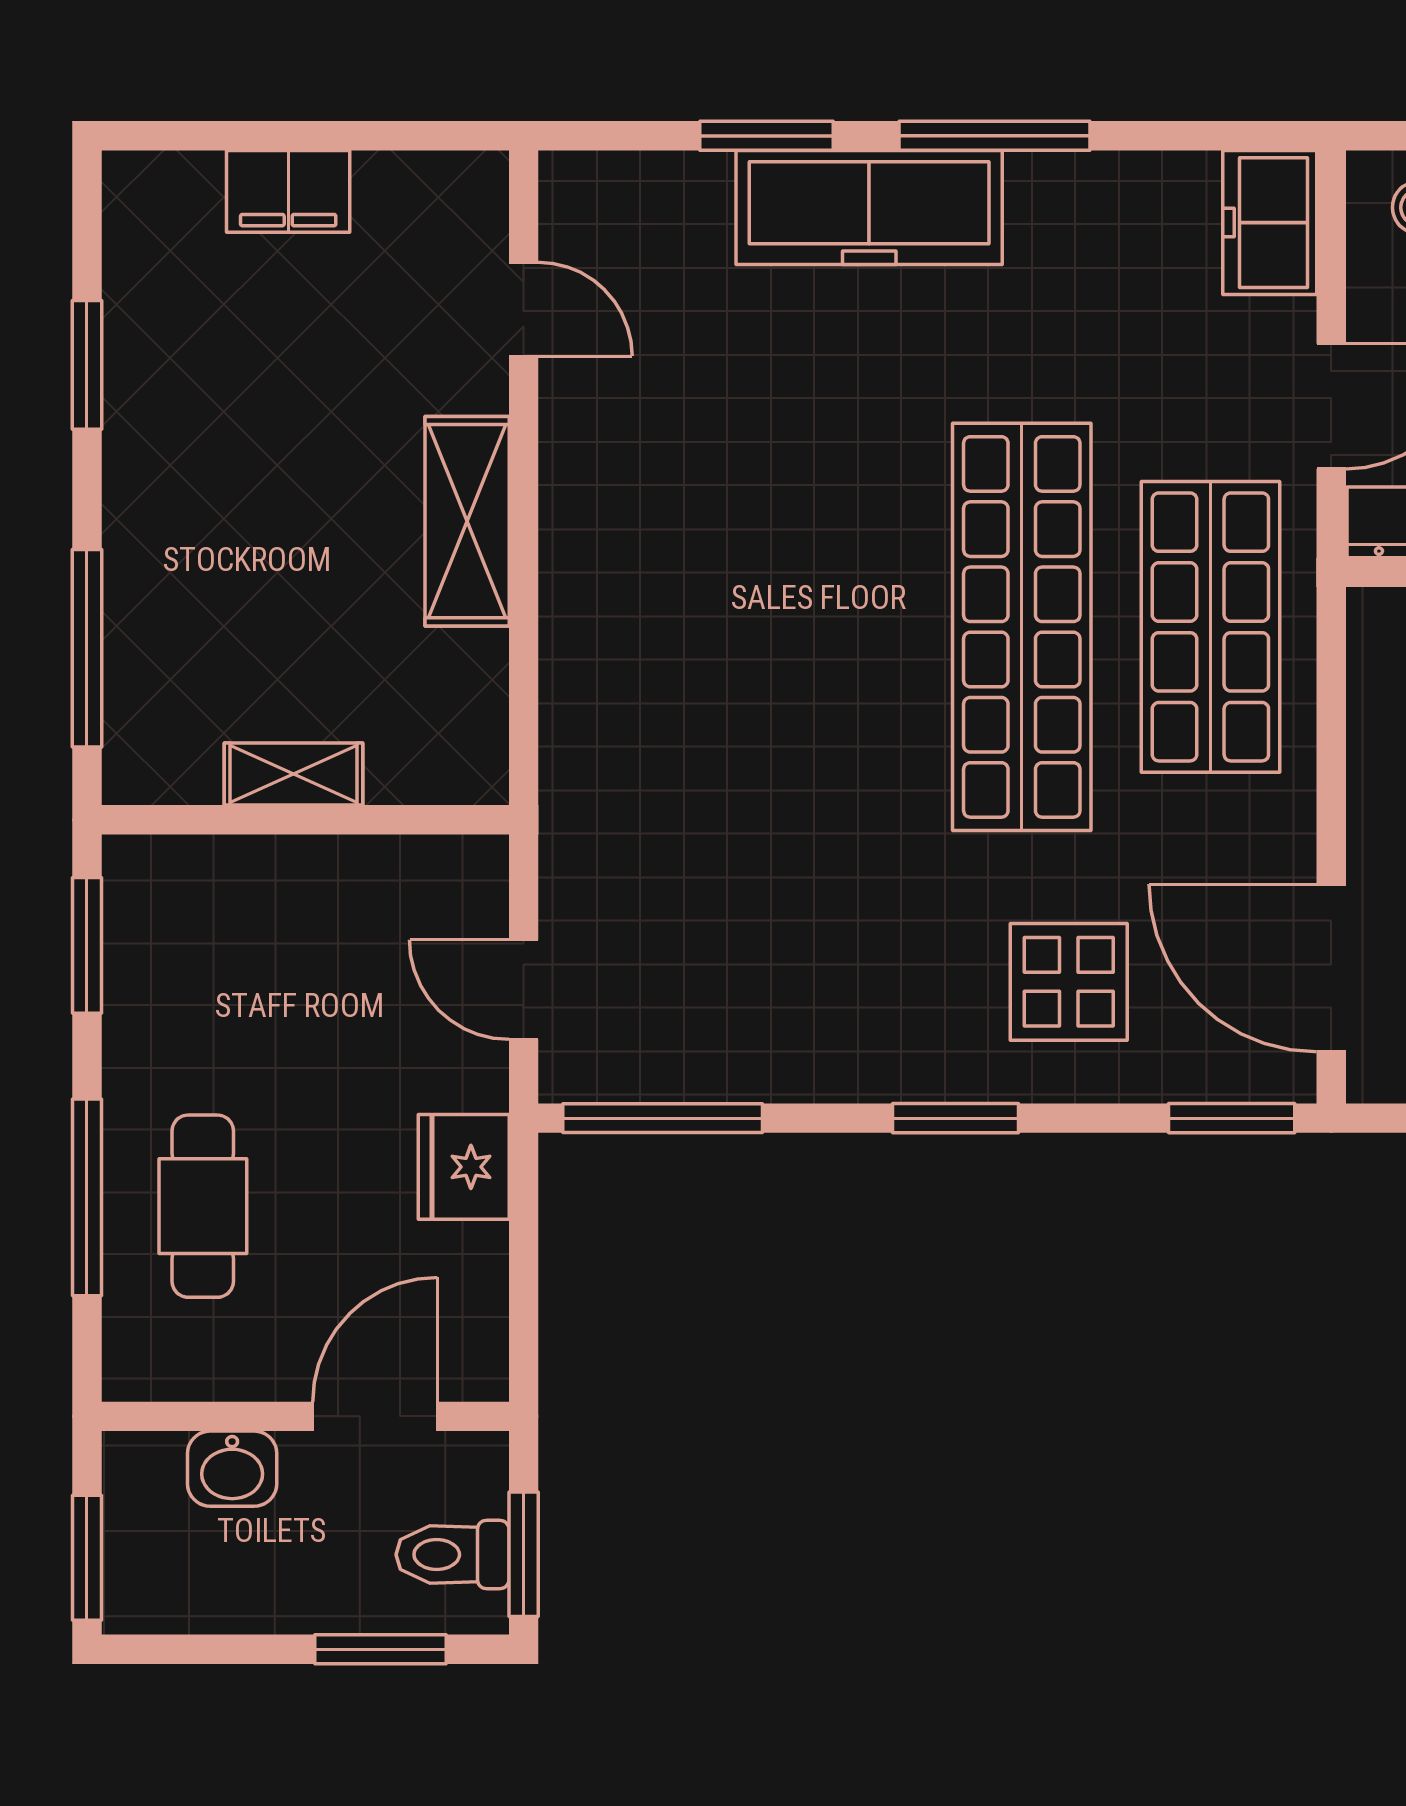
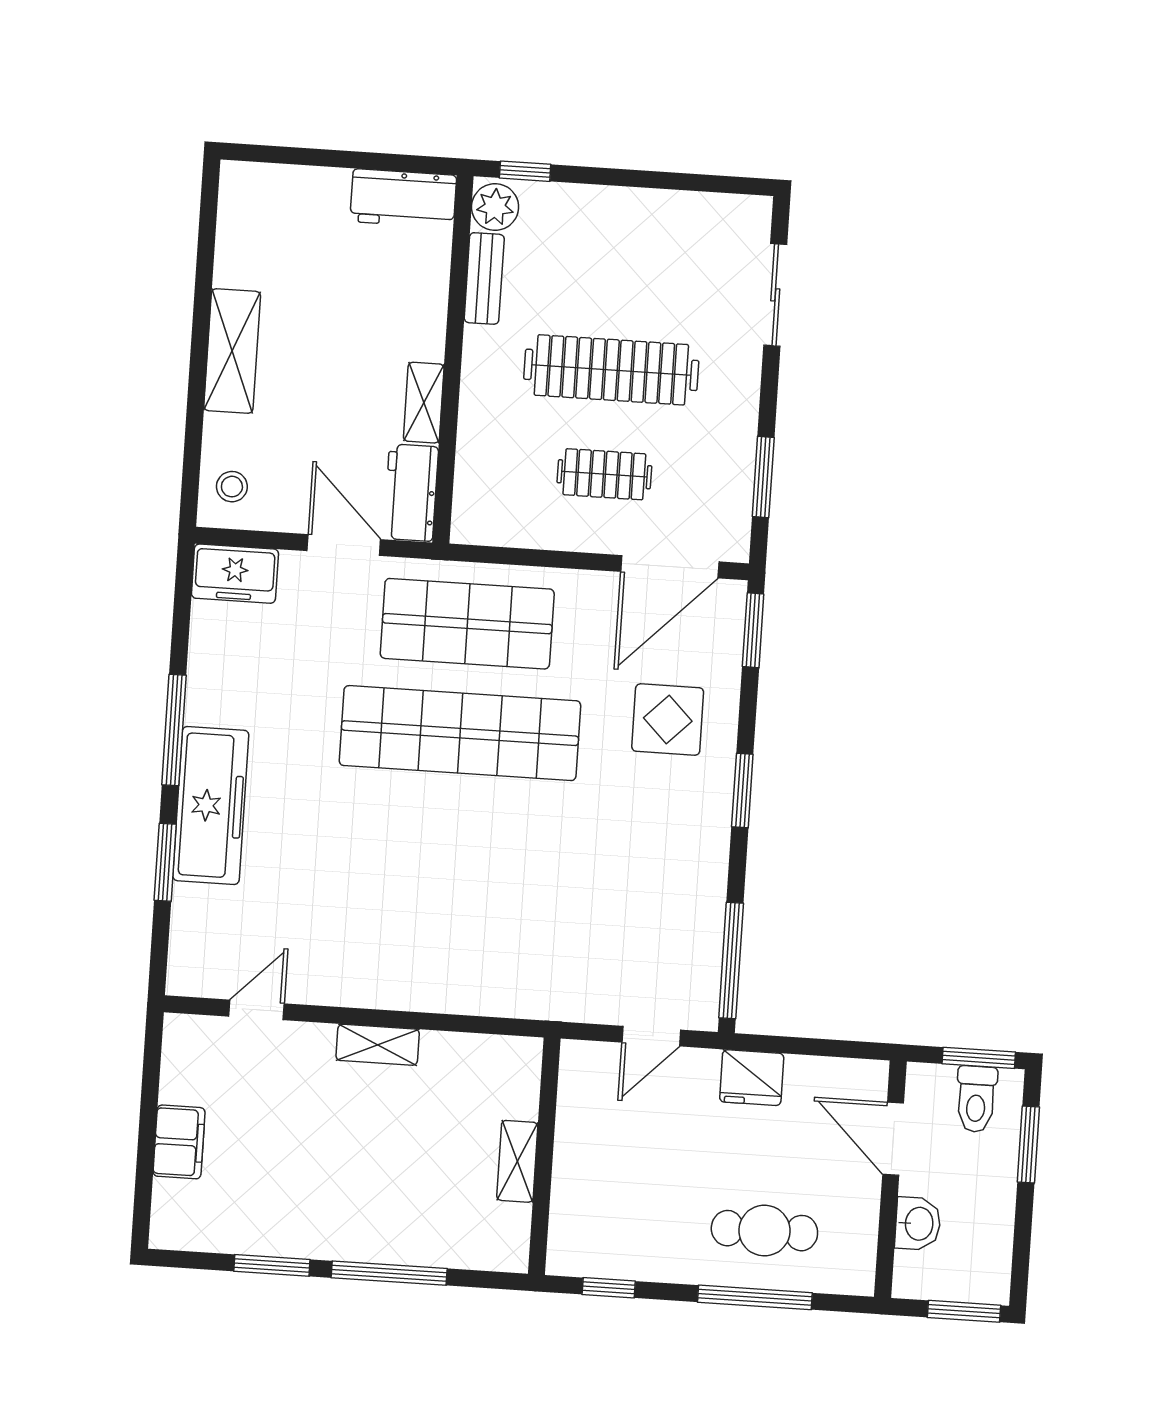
shelving: (467, 521) -> (378, 1045), width x0.67, depth x0.75
window: (87, 648) -> (389, 1273), moved
window: (87, 945) -> (609, 1288), width x0.67

